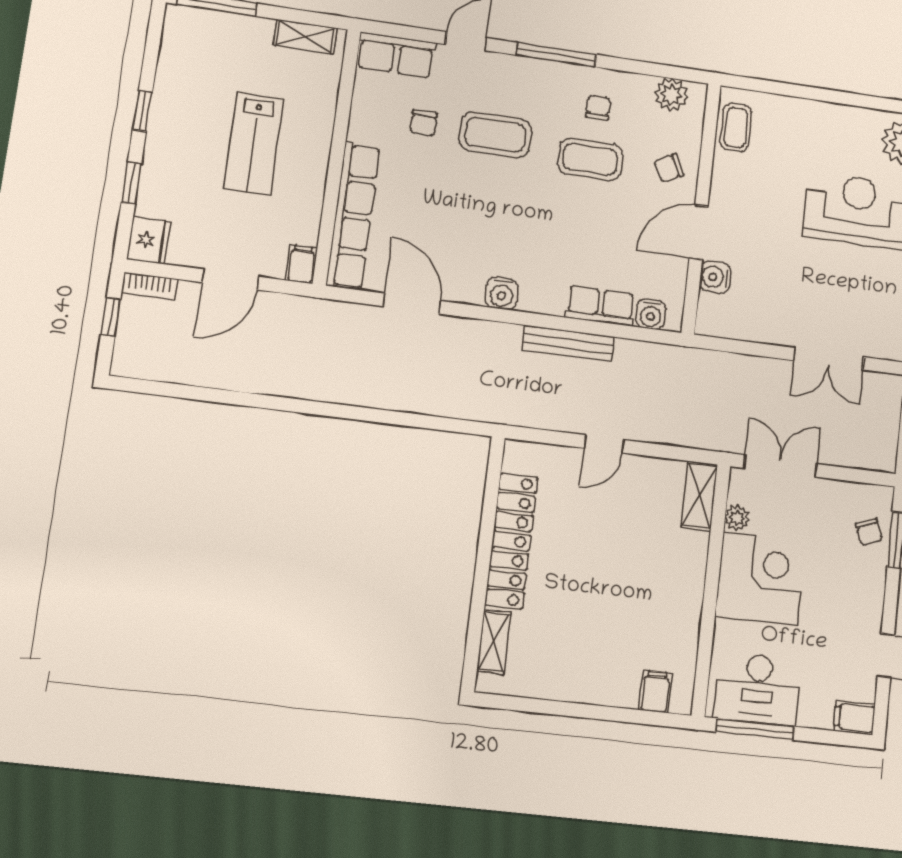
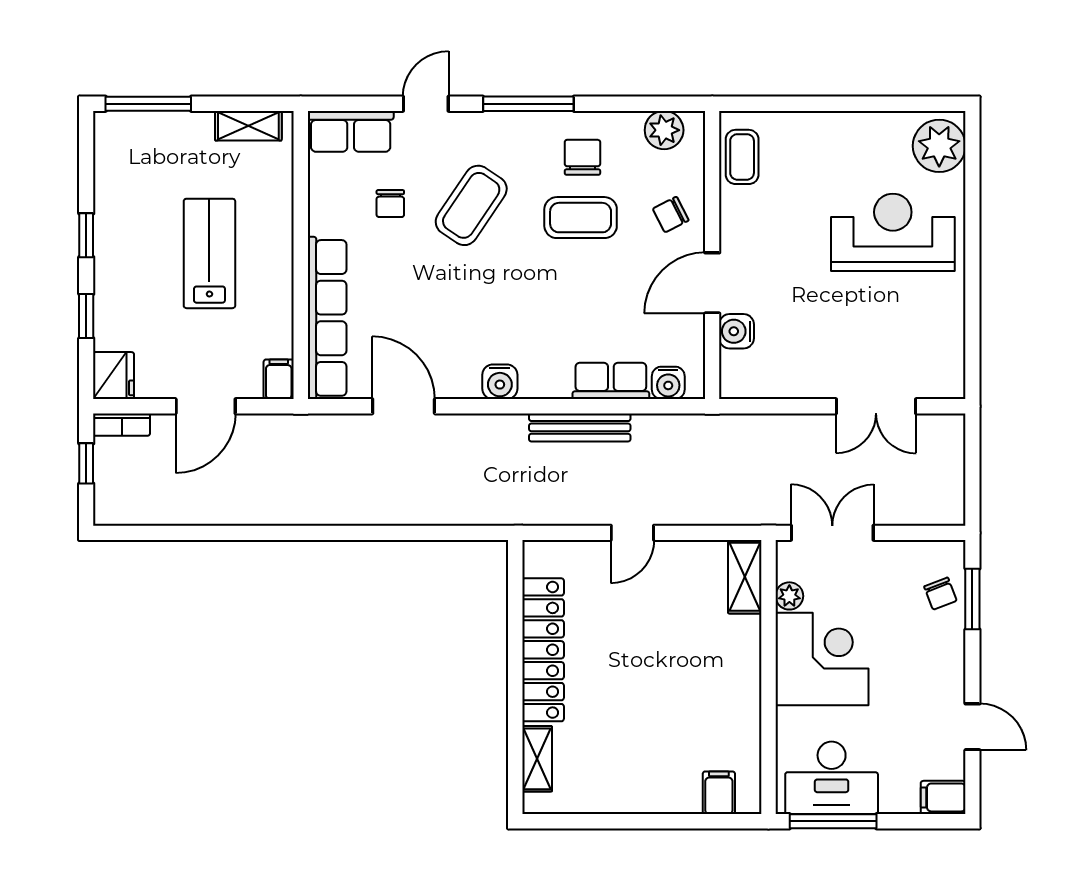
chair: (598, 108) -> (582, 157), width x1.37, depth x1.37
coffee table: (495, 135) -> (471, 205), turned -56
lab bench: (254, 143) -> (209, 253), turned 180

